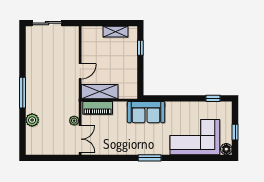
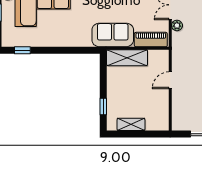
shelving: (100, 92) -> (127, 58), moved
sofa: (146, 112) -> (113, 35), moved

